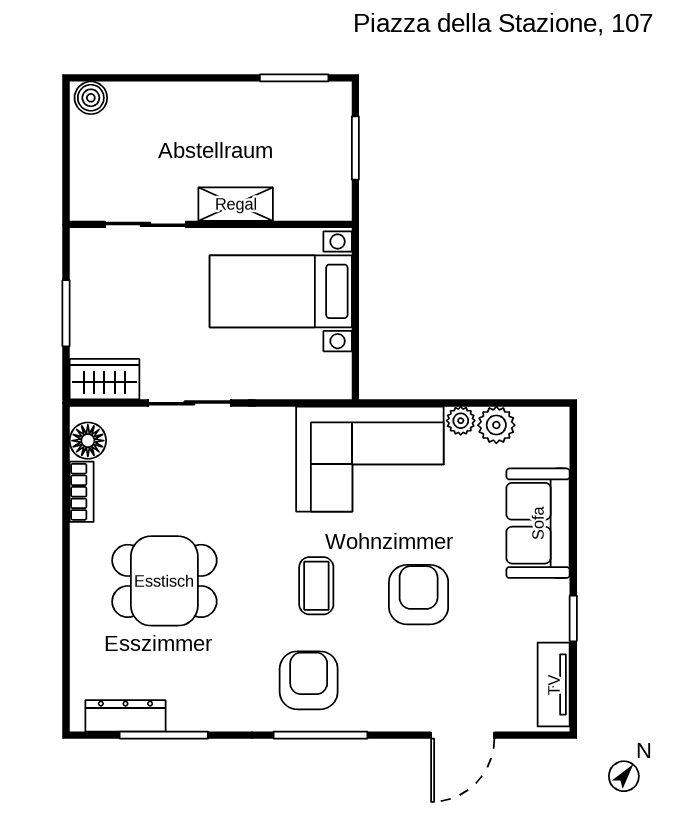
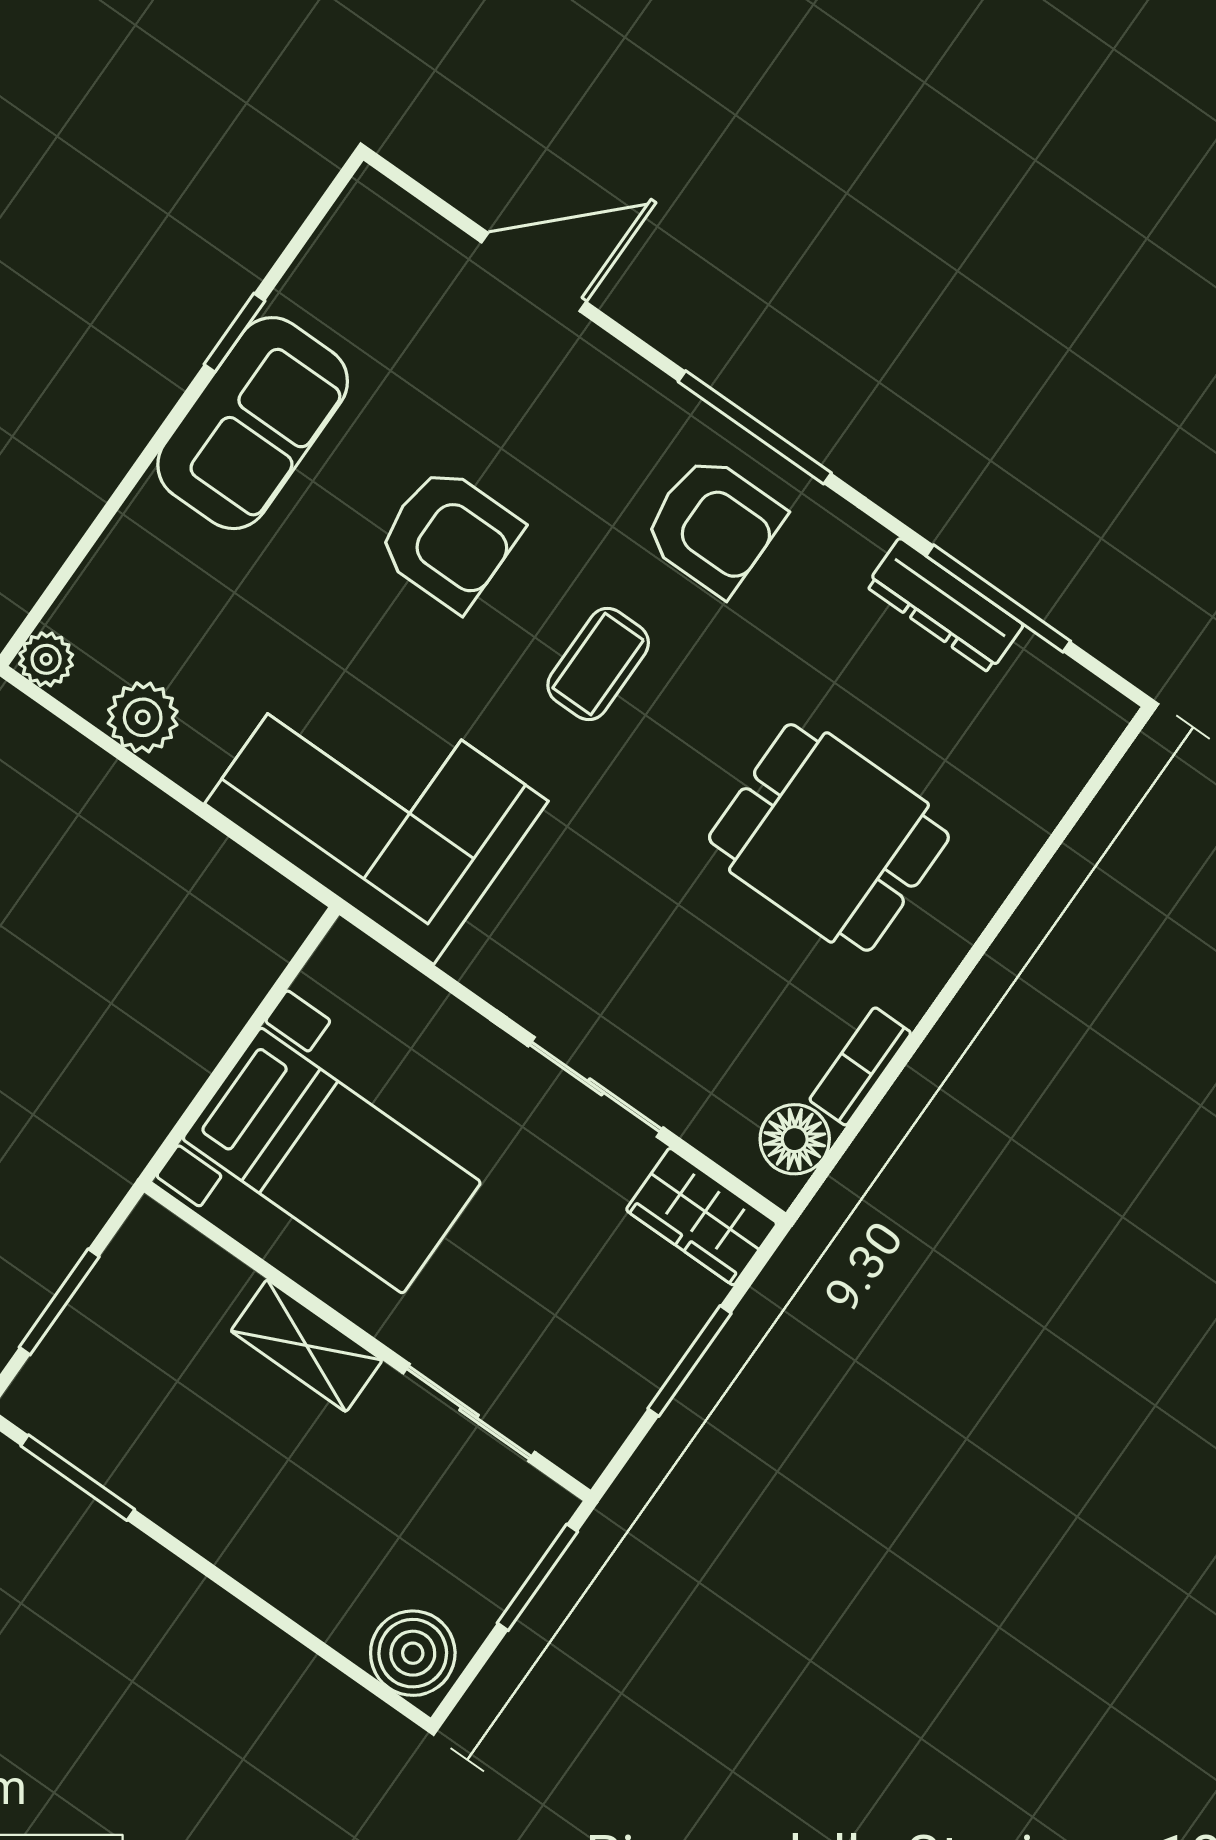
boiler: (91, 98) -> (413, 1653), width x1.36, depth x1.36
window: (66, 174) -> (537, 1577), added
plant: (461, 421) -> (46, 659), moved
sofa: (538, 523) -> (253, 423), moved
armchair: (419, 595) -> (449, 539), turned -90
armchair: (309, 680) -> (713, 525), turned -90
tv unit: (554, 685) -> (337, 251), removed
dresser: (125, 716) -> (945, 605), moved

